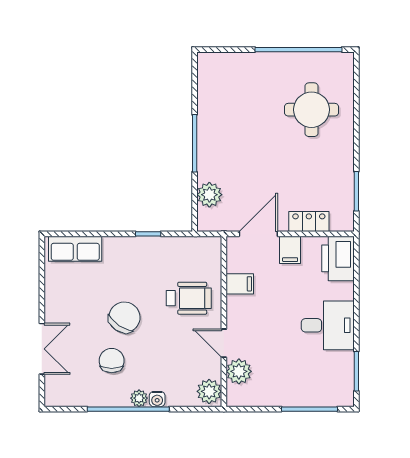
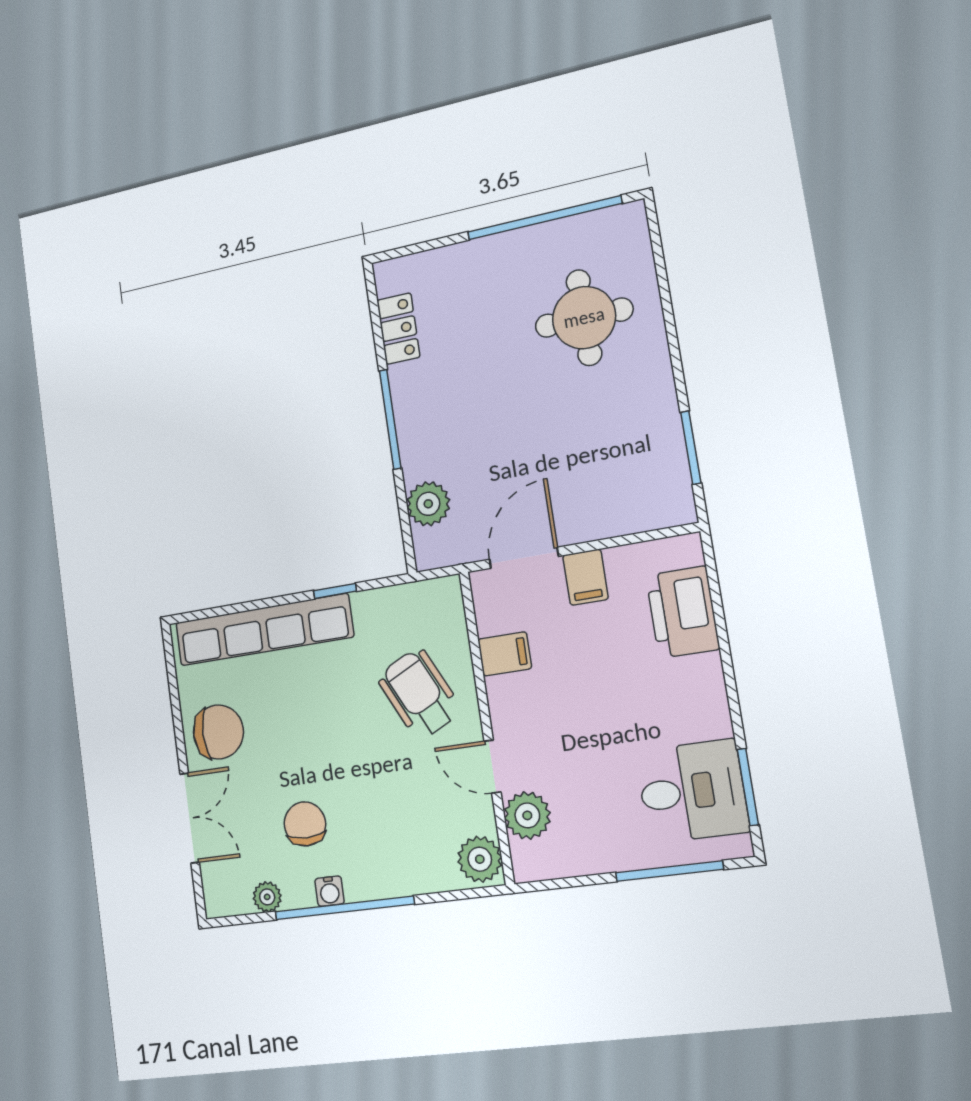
locker: (309, 221) -> (398, 329), moved, turned 90
row of seats: (75, 249) -> (264, 630), width x2.02
printer: (338, 258) -> (683, 612), moved
wheelchair: (189, 298) -> (419, 694), turned -116
chair: (124, 317) -> (218, 732), moved, turned 56
desk: (328, 325) -> (692, 791), moved
plant: (139, 398) -> (267, 897), moved
water cooler: (157, 399) -> (330, 891), moved

